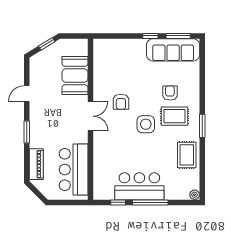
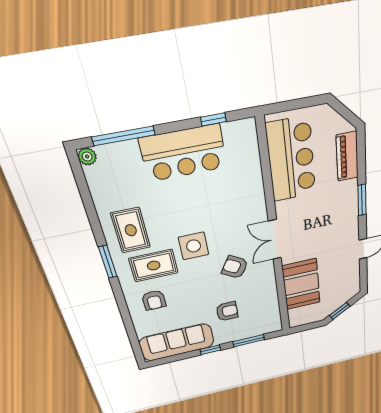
window: (178, 36) -> (249, 341), moved
armchair: (132, 67) -> (227, 311), added
armchair: (170, 93) -> (154, 300), moved
armchair: (121, 102) -> (235, 267), turned -59
rug: (187, 155) -> (131, 230), moved
window: (150, 202) -> (123, 136), moved

